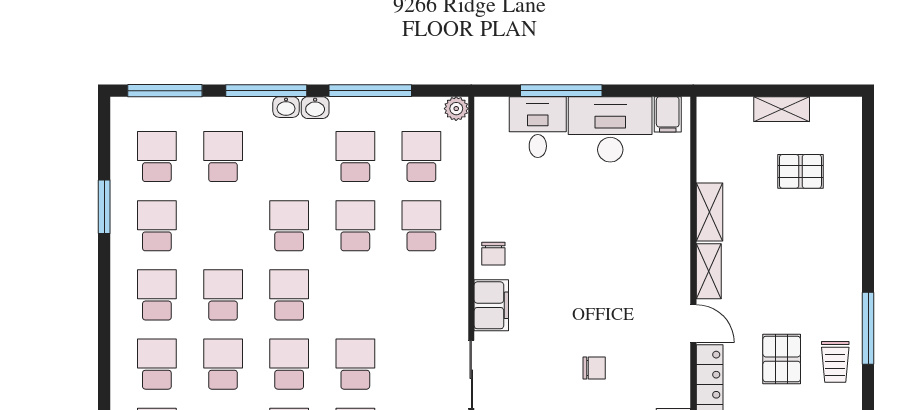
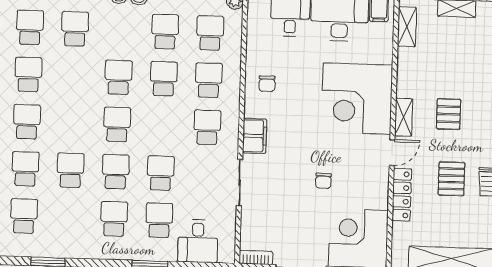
pallet: (800, 171) -> (449, 114), moved, turned 90
shelving: (709, 212) -> (407, 27), moved
corner desk: (639, 246) -> (357, 98), added
chair: (493, 254) -> (267, 84), moved
school desk: (223, 295) -> (207, 127), moved
door: (693, 323) -> (392, 153), hinge flipped
chair: (594, 368) -> (323, 181), turned 90

